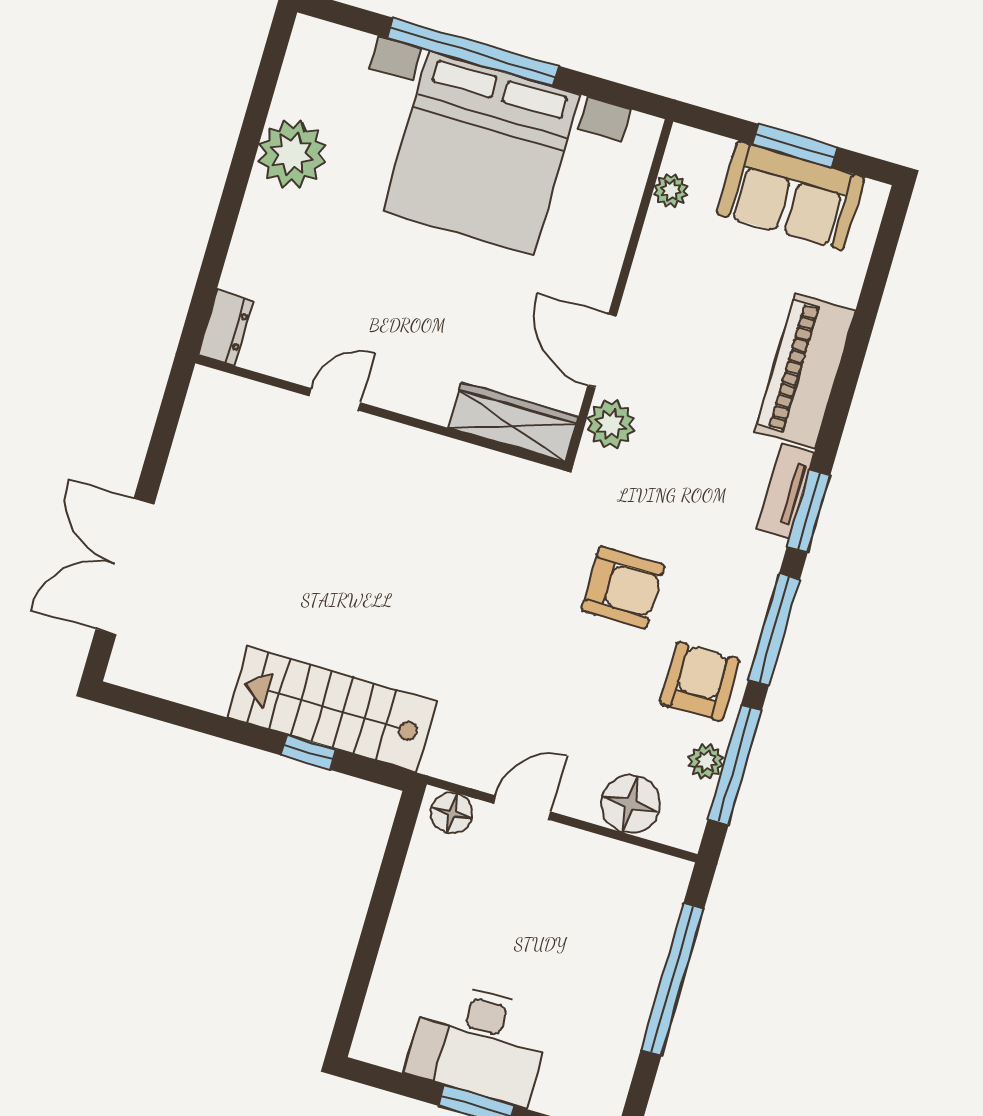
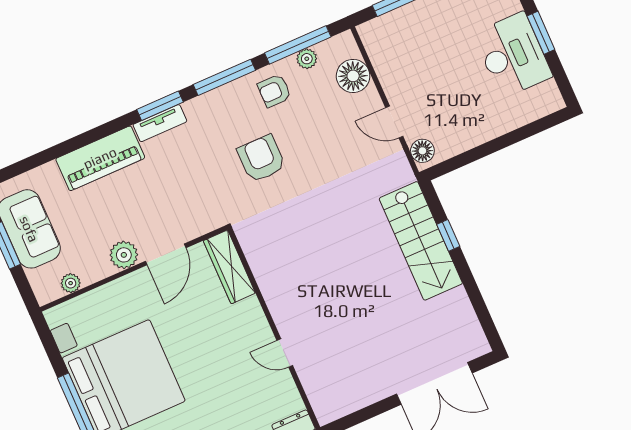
plant: (611, 424) -> (124, 255), moved
armchair: (700, 681) -> (274, 91), width x0.72, depth x0.72

